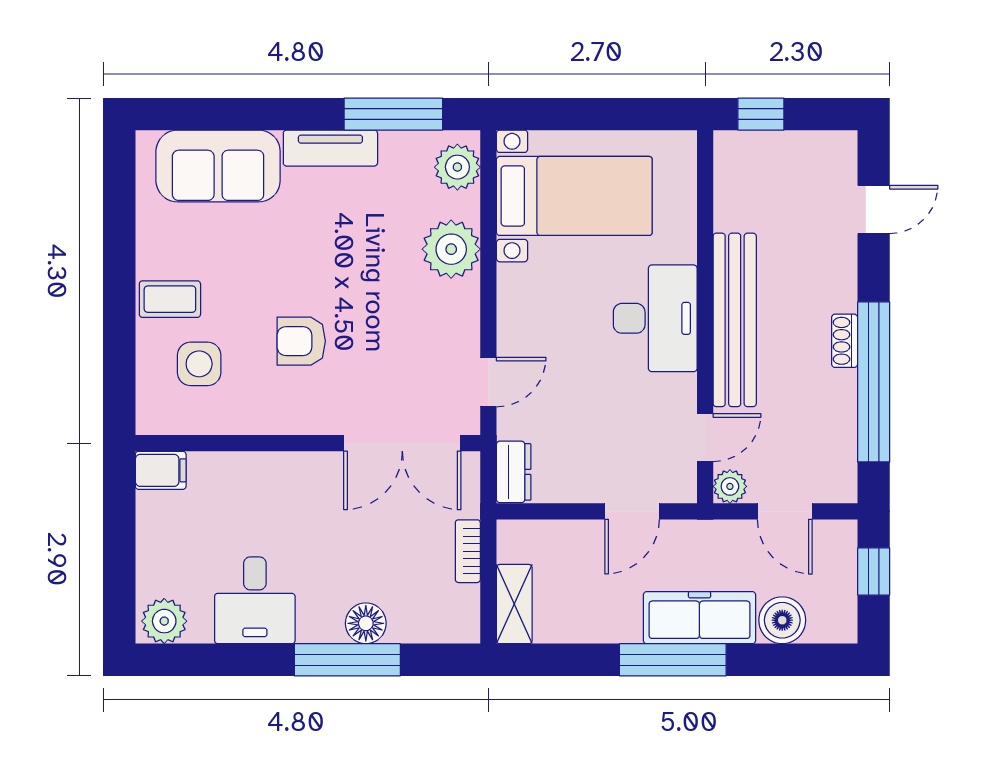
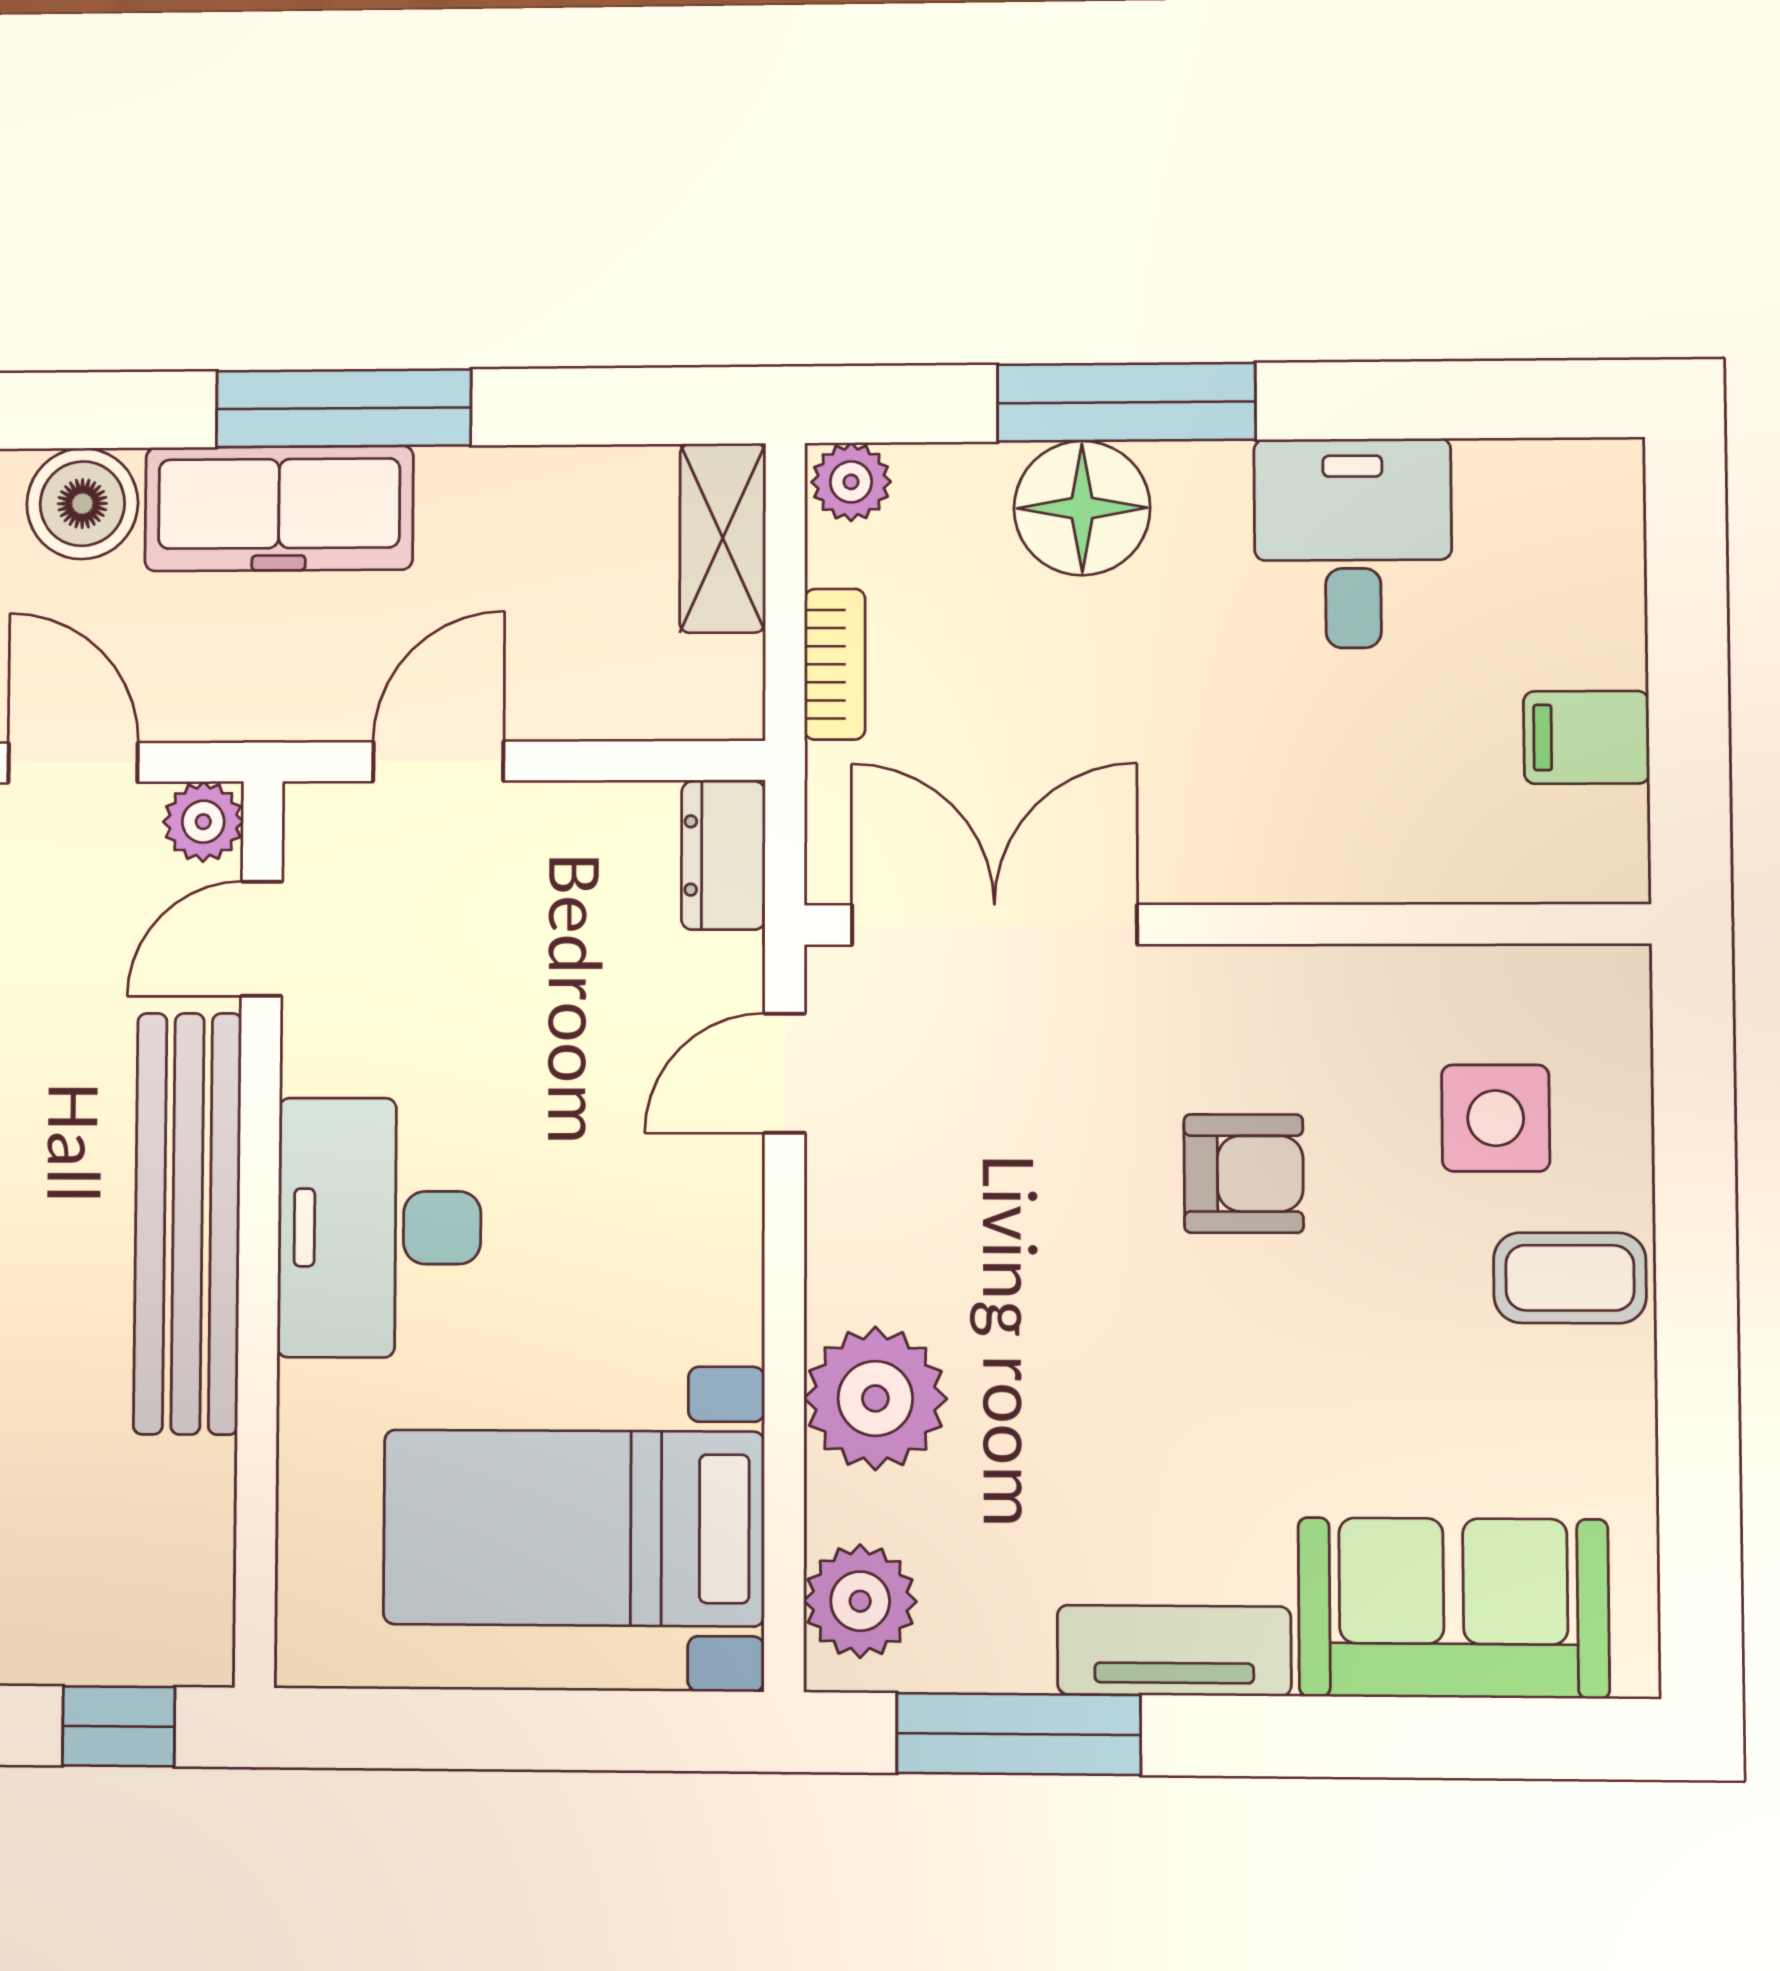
filing cabinet: (161, 470) -> (1586, 737), moved
plant: (164, 621) -> (851, 482), moved, width x0.73, depth x0.73
floor lamp: (366, 623) -> (1082, 508), width x1.38, depth x1.38

